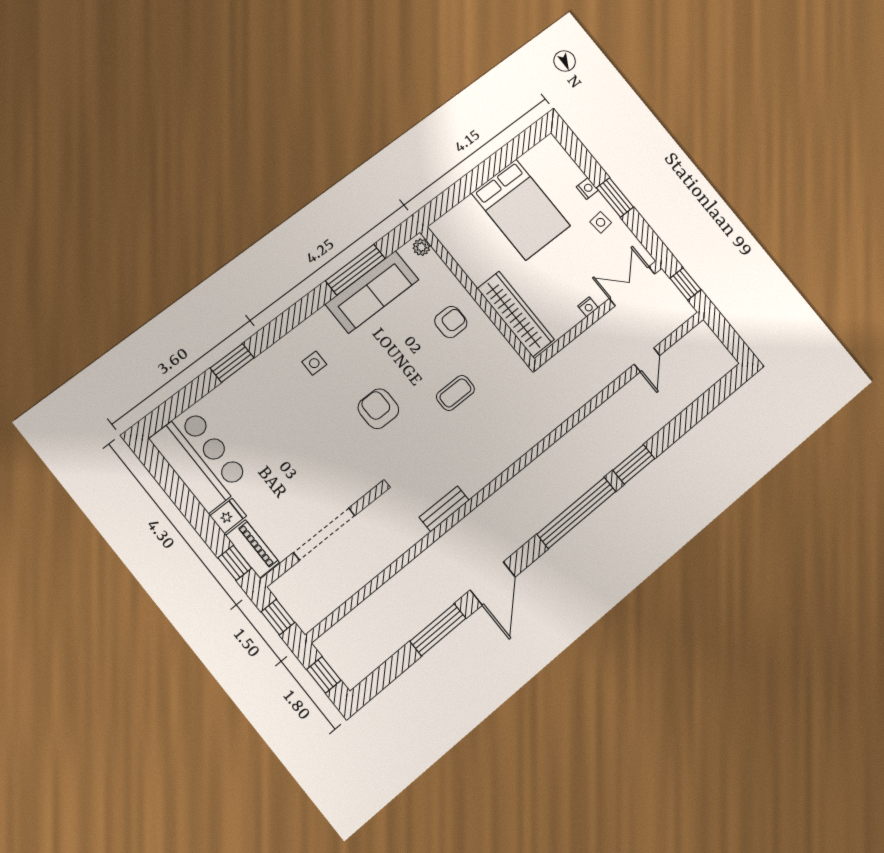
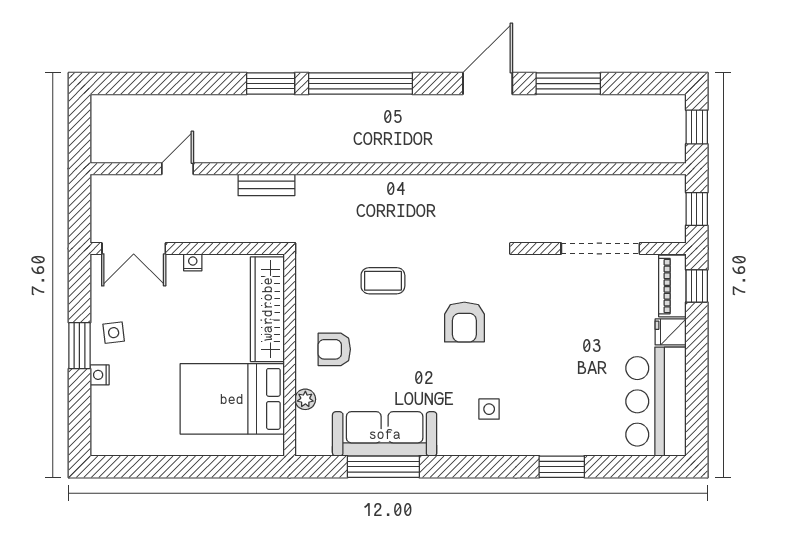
bed: (521, 210) -> (232, 399), moved, turned -90
plant: (421, 247) -> (305, 399), moved
window: (685, 284) -> (79, 210), removed
bench: (444, 509) -> (266, 185), moved

